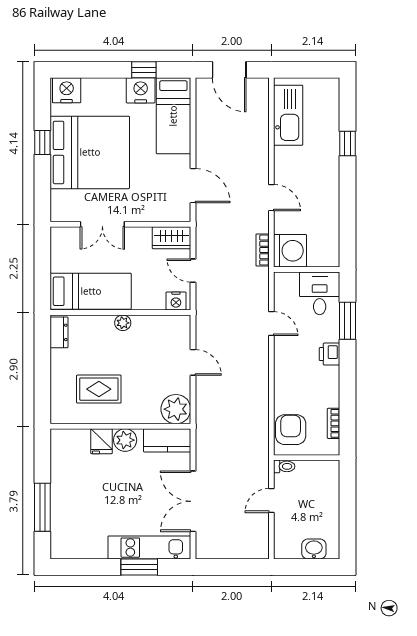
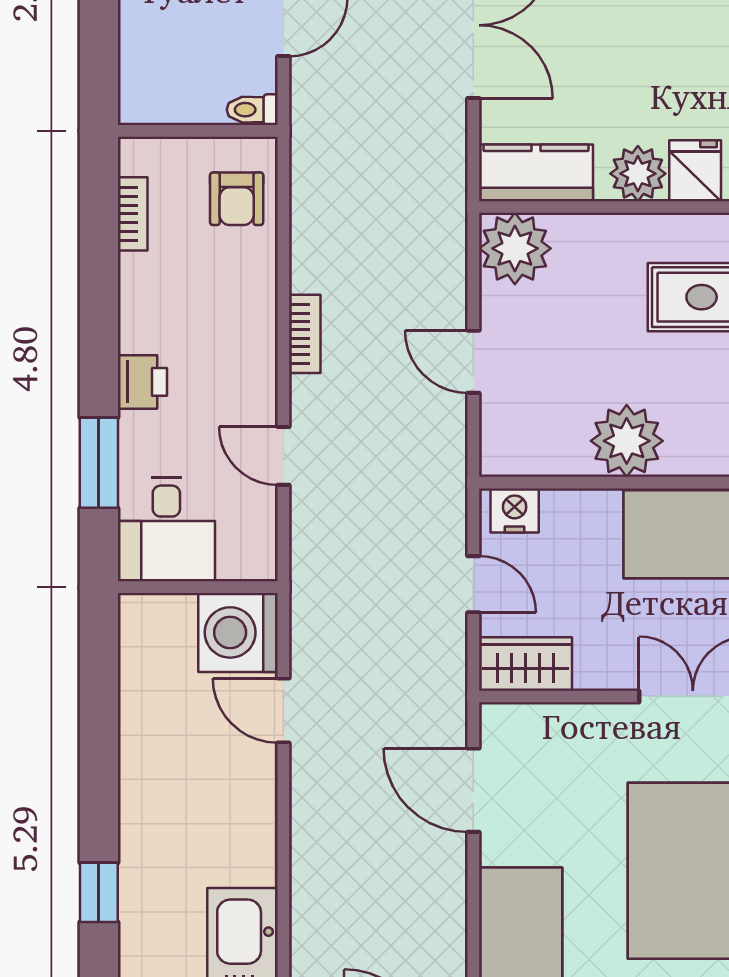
door: (271, 198) -> (283, 711), moved
bookcase: (263, 250) -> (305, 334), moved
plant: (123, 323) -> (627, 441), width x1.88, depth x1.88
armchair: (291, 430) -> (237, 199), width x0.72, depth x0.72

